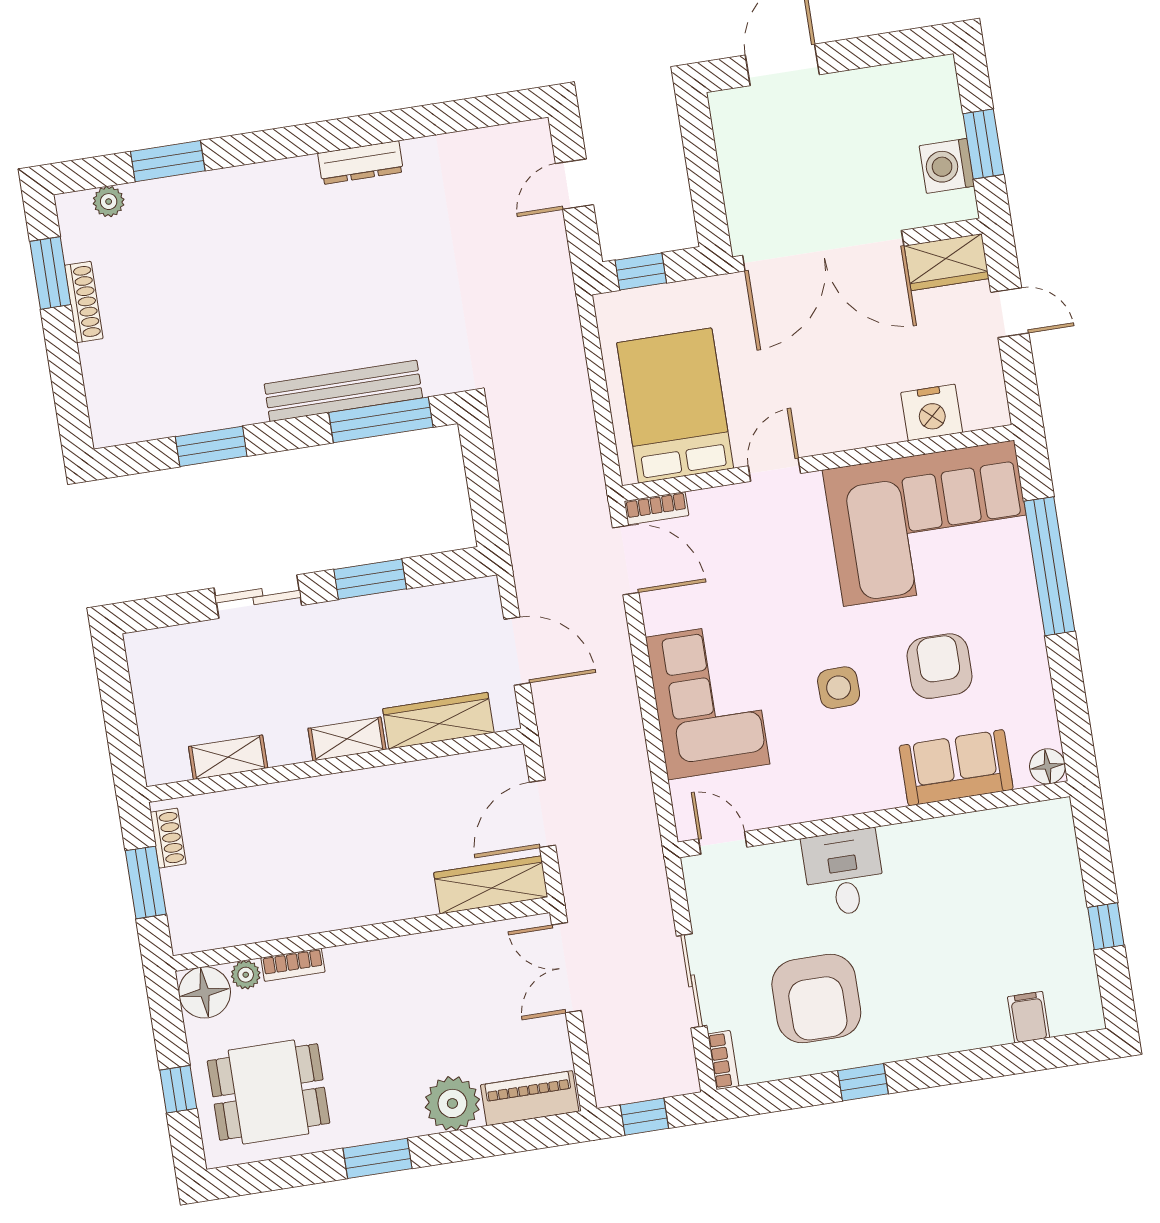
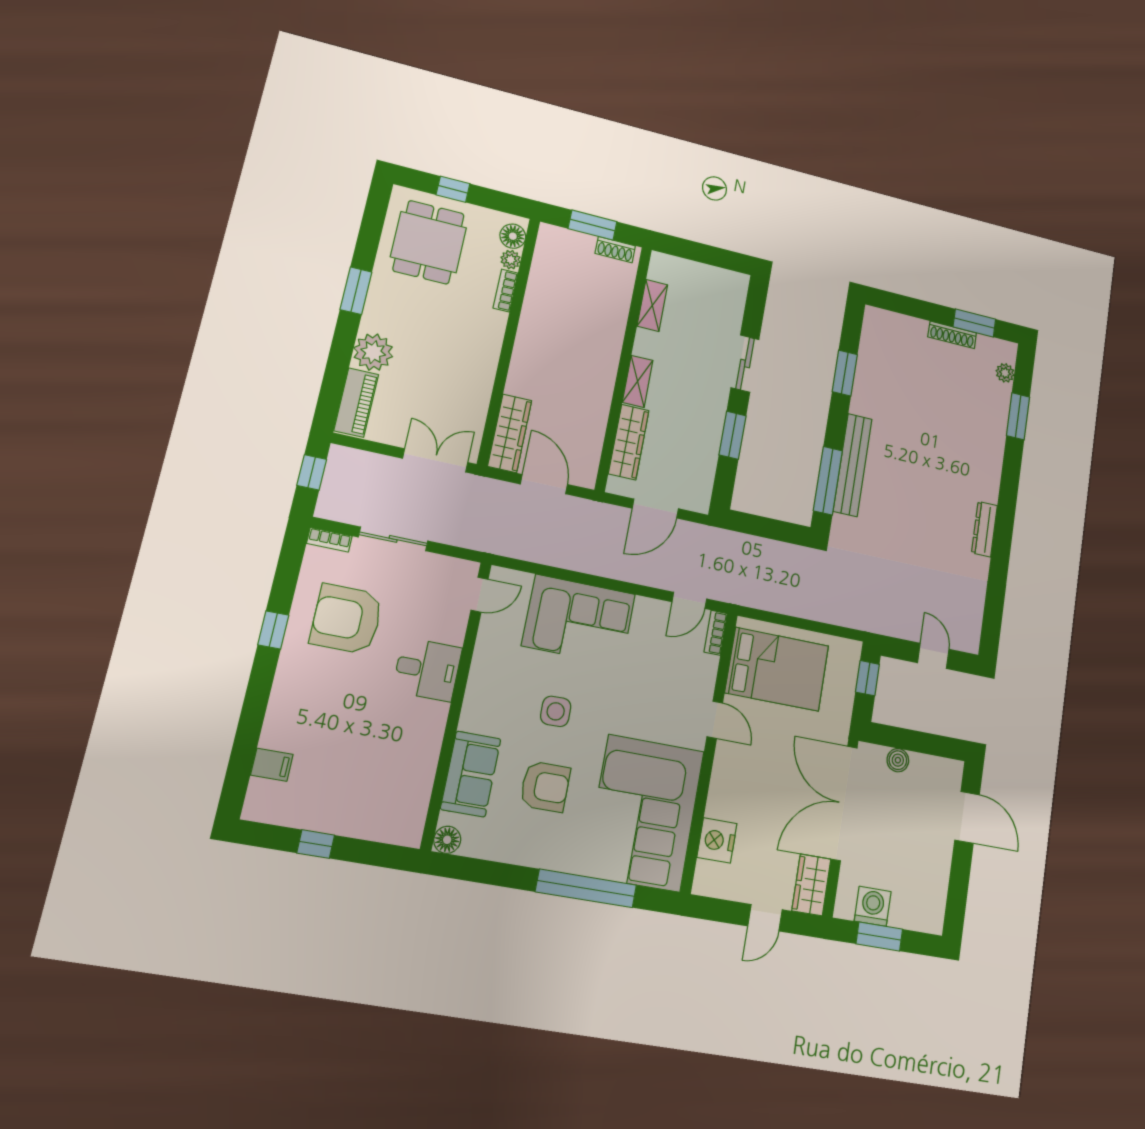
boiler: (739, 191) -> (898, 760), added
door: (626, 560) -> (689, 600), width x0.73
floor lamp: (205, 992) -> (513, 236), width x0.73, depth x0.73

